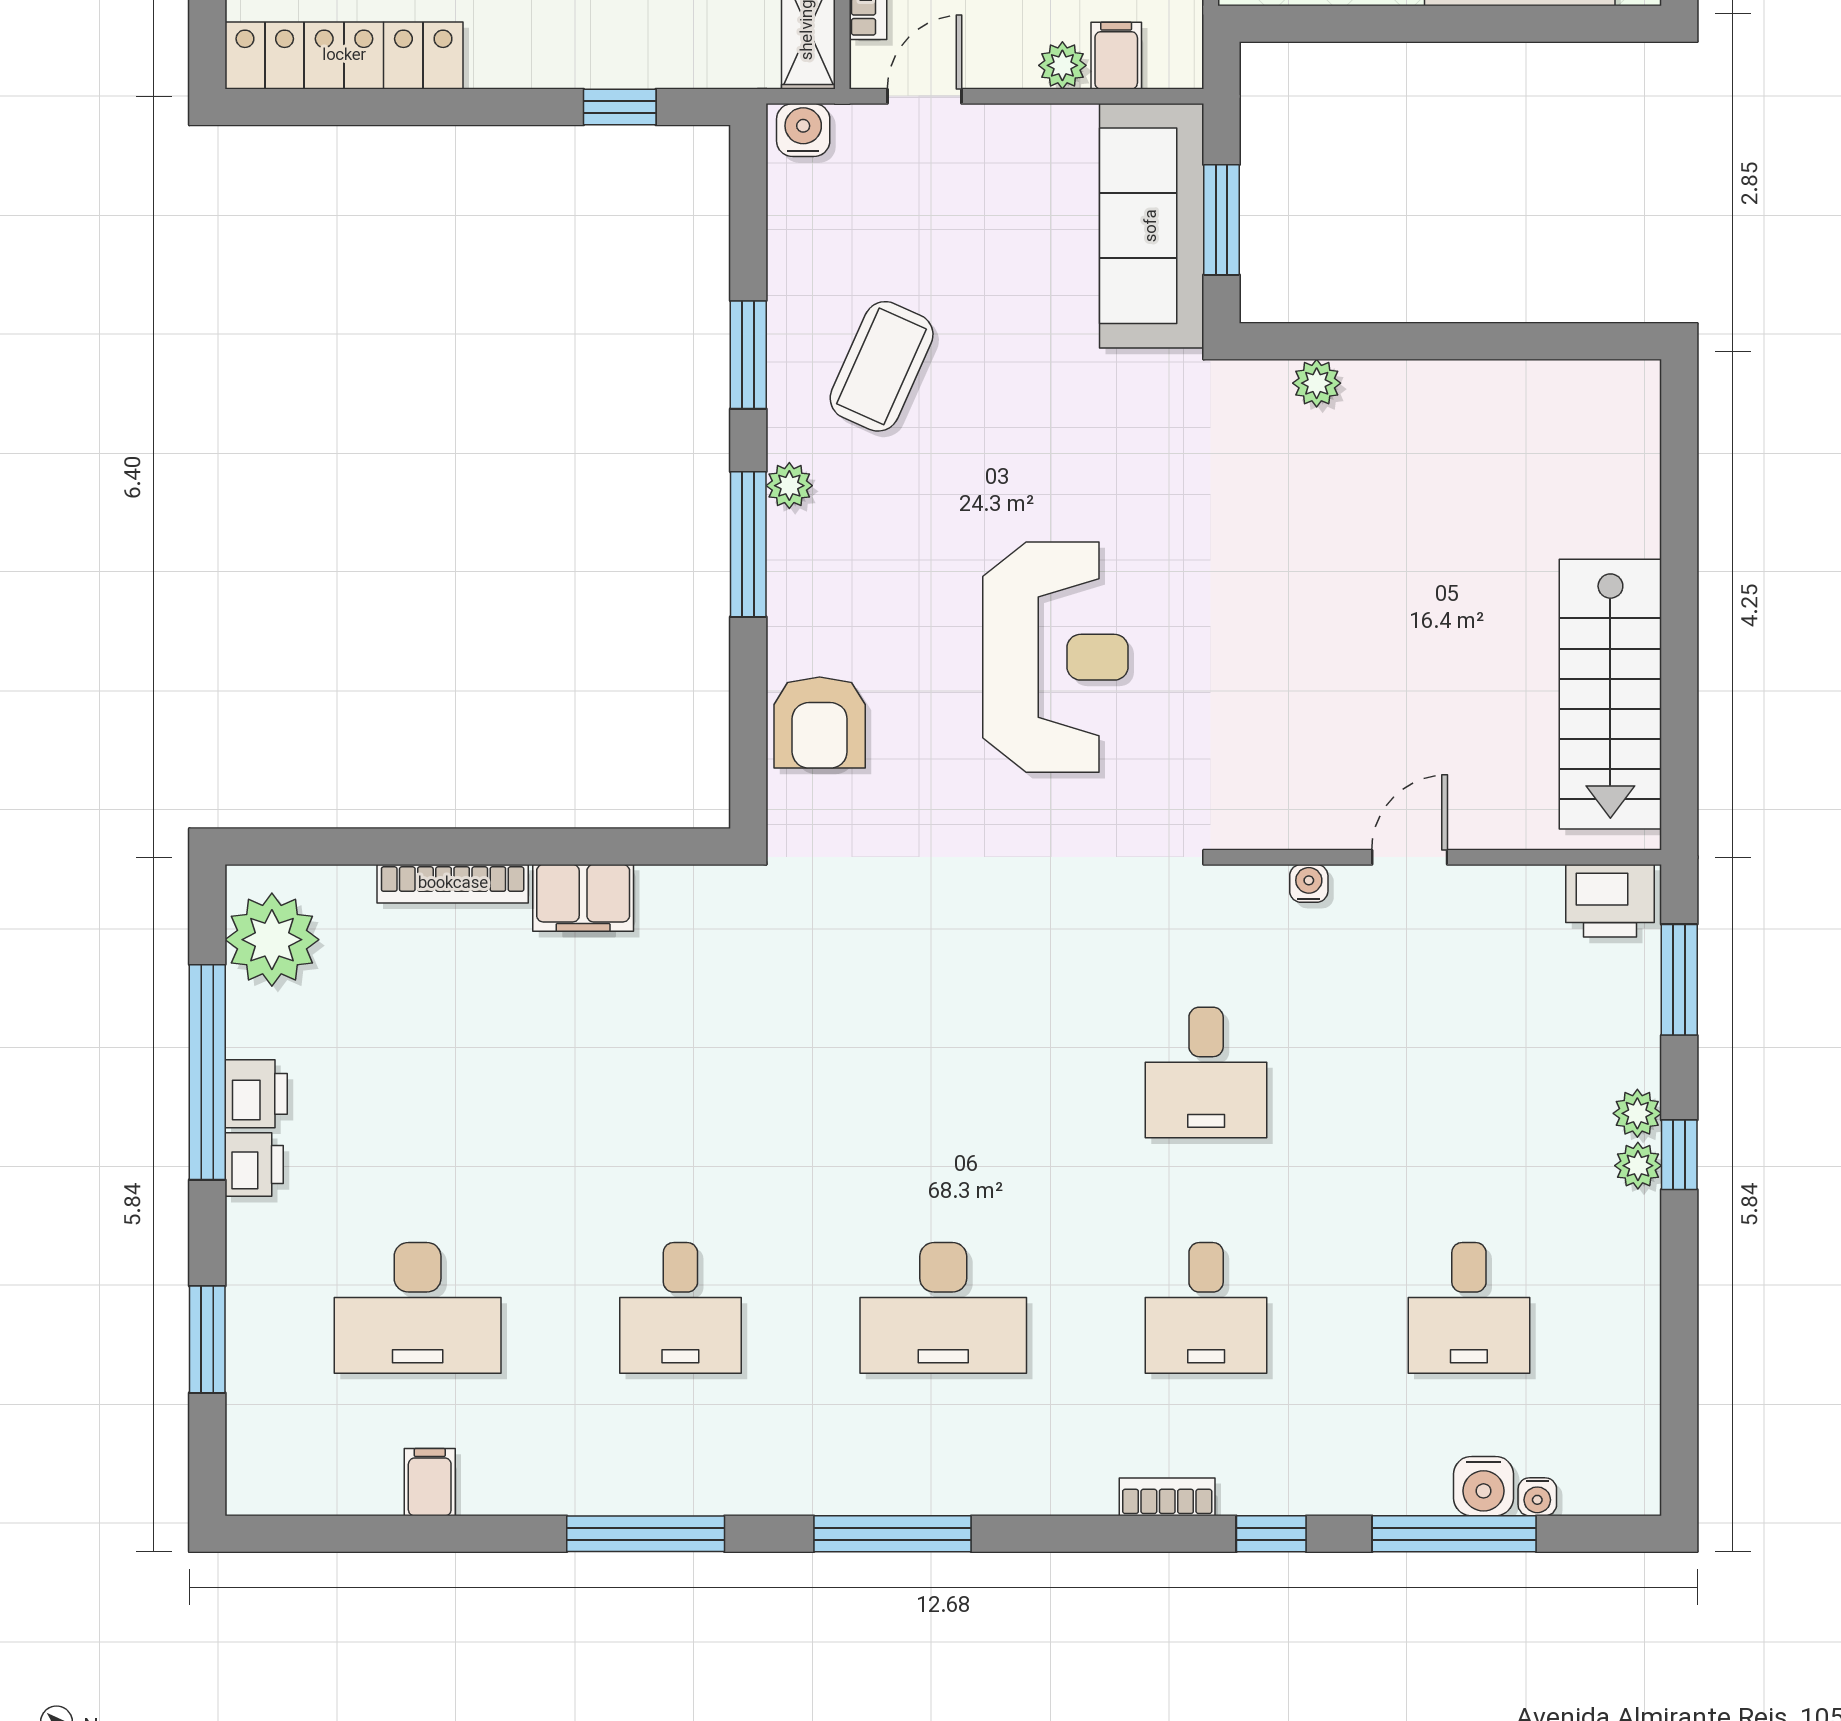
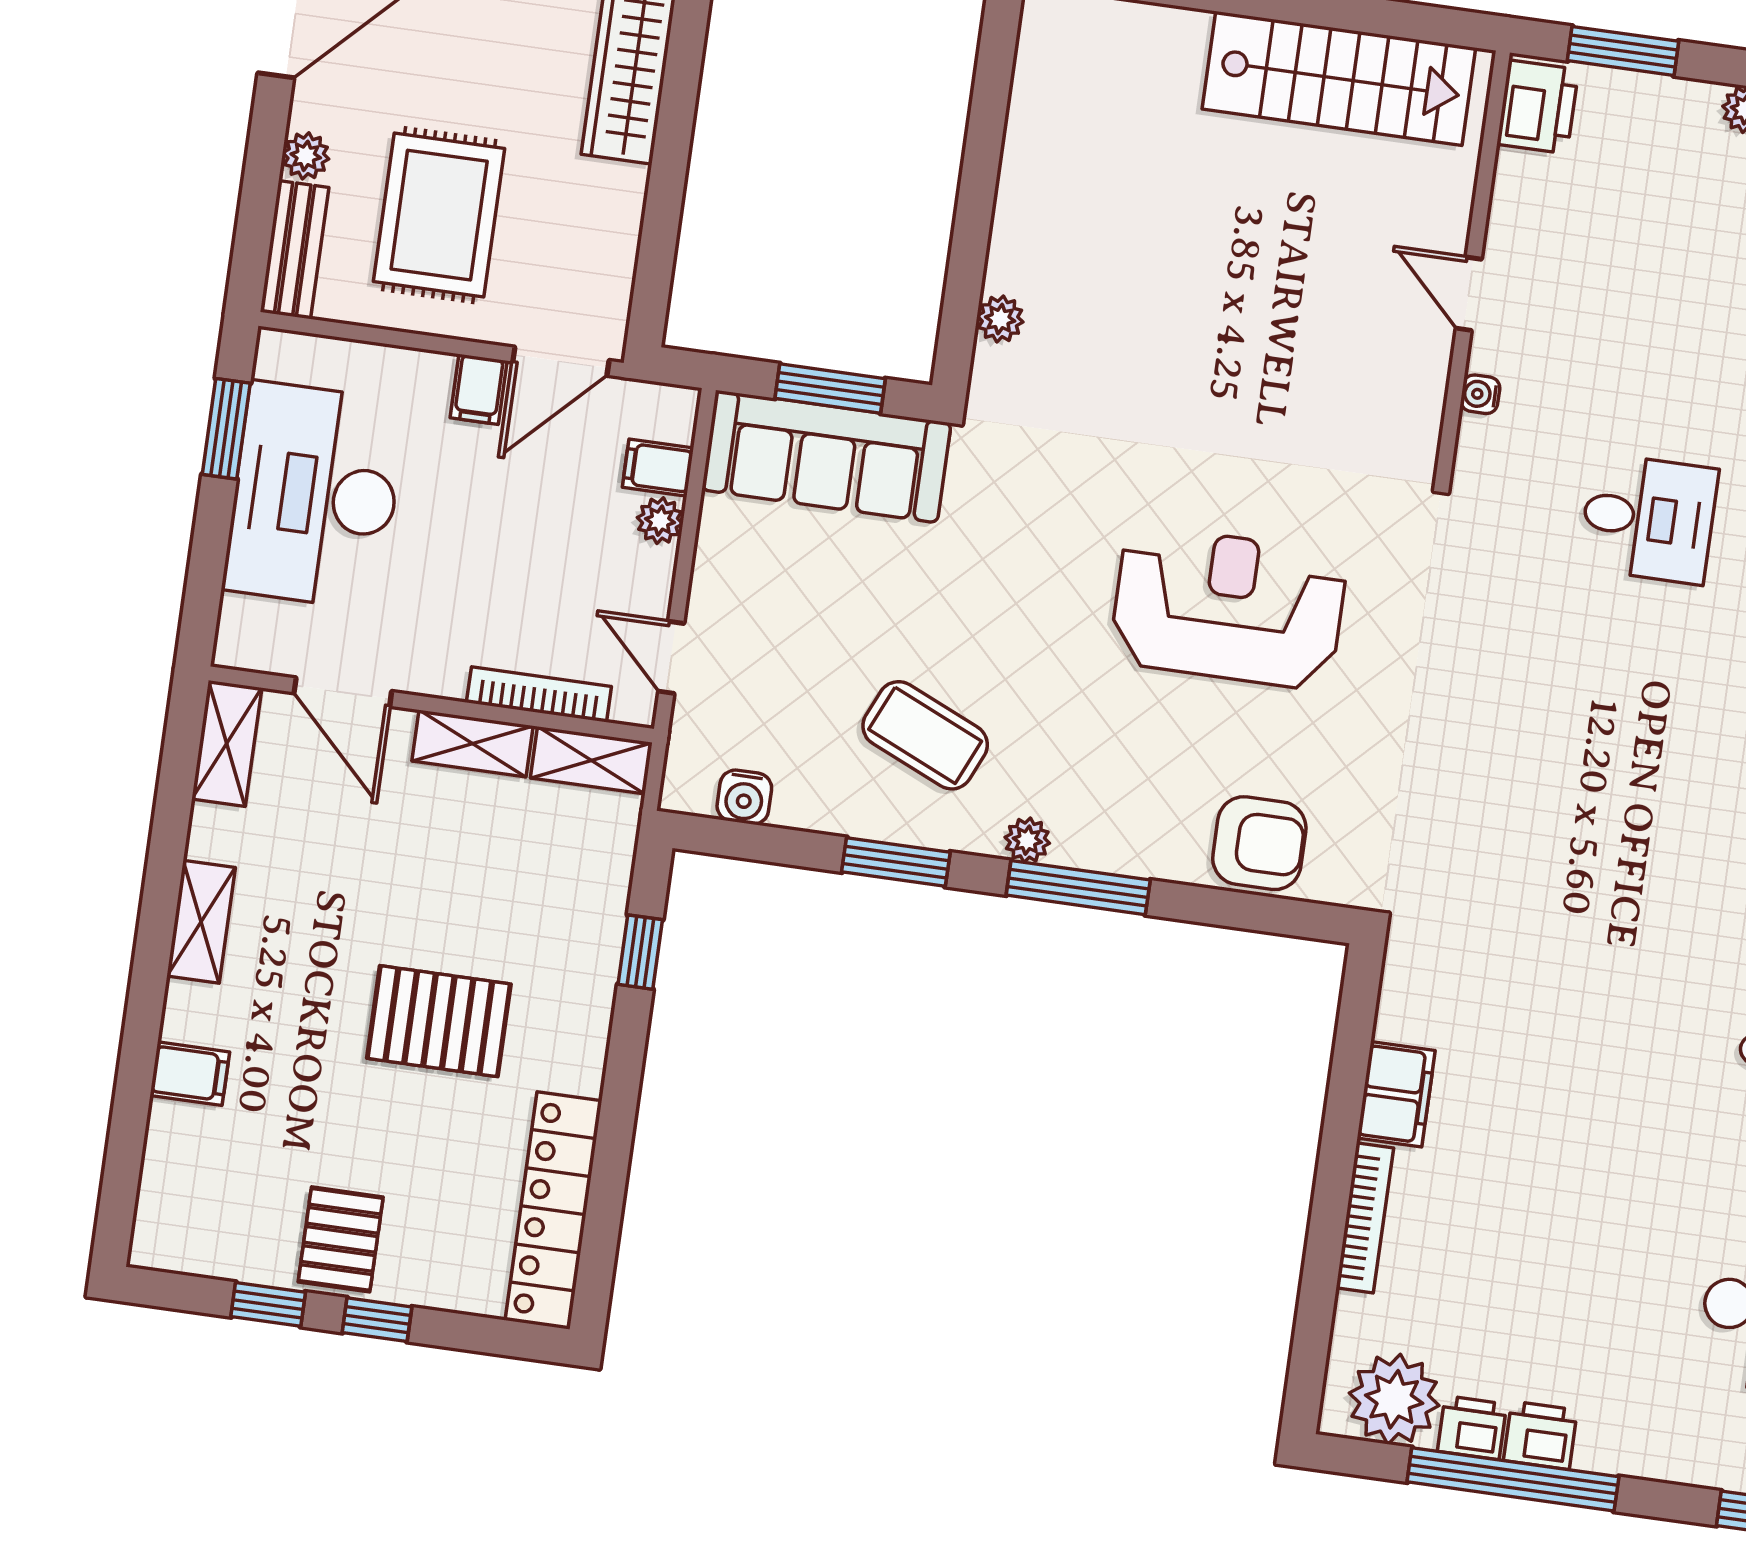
water cooler: (803, 130) -> (744, 797), moved, turned -90
printer: (254, 1165) -> (1472, 1428), moved

